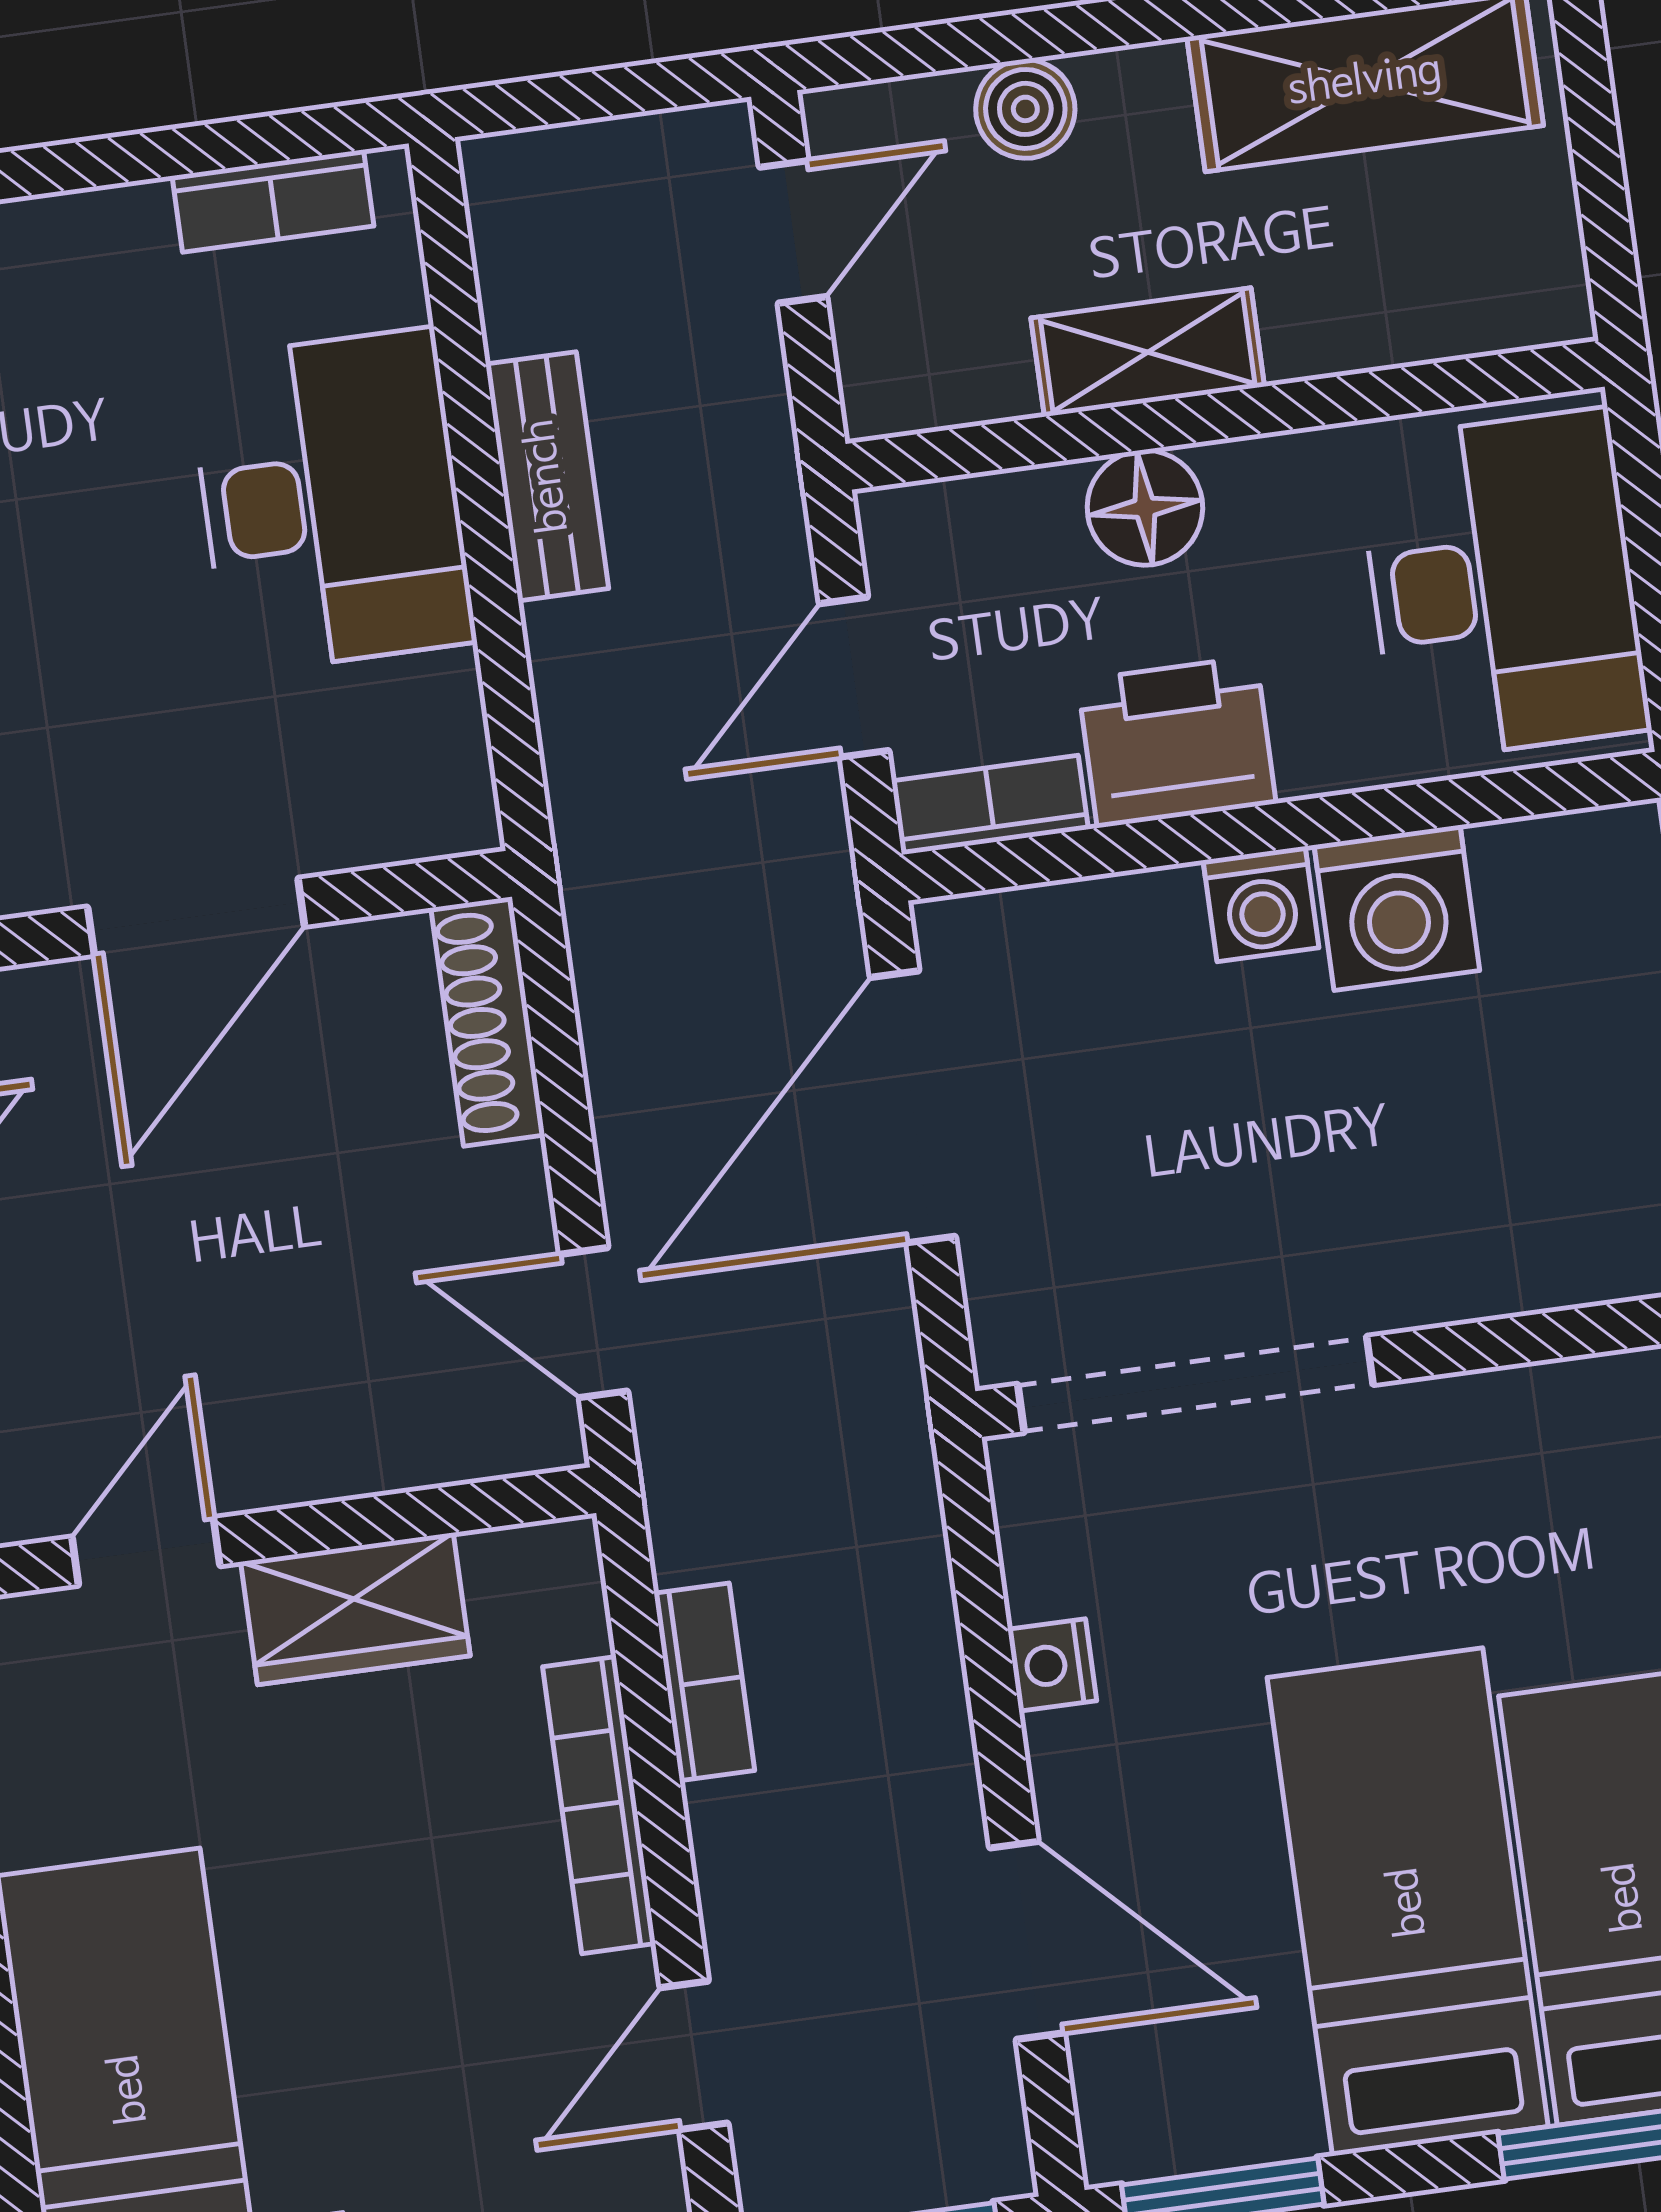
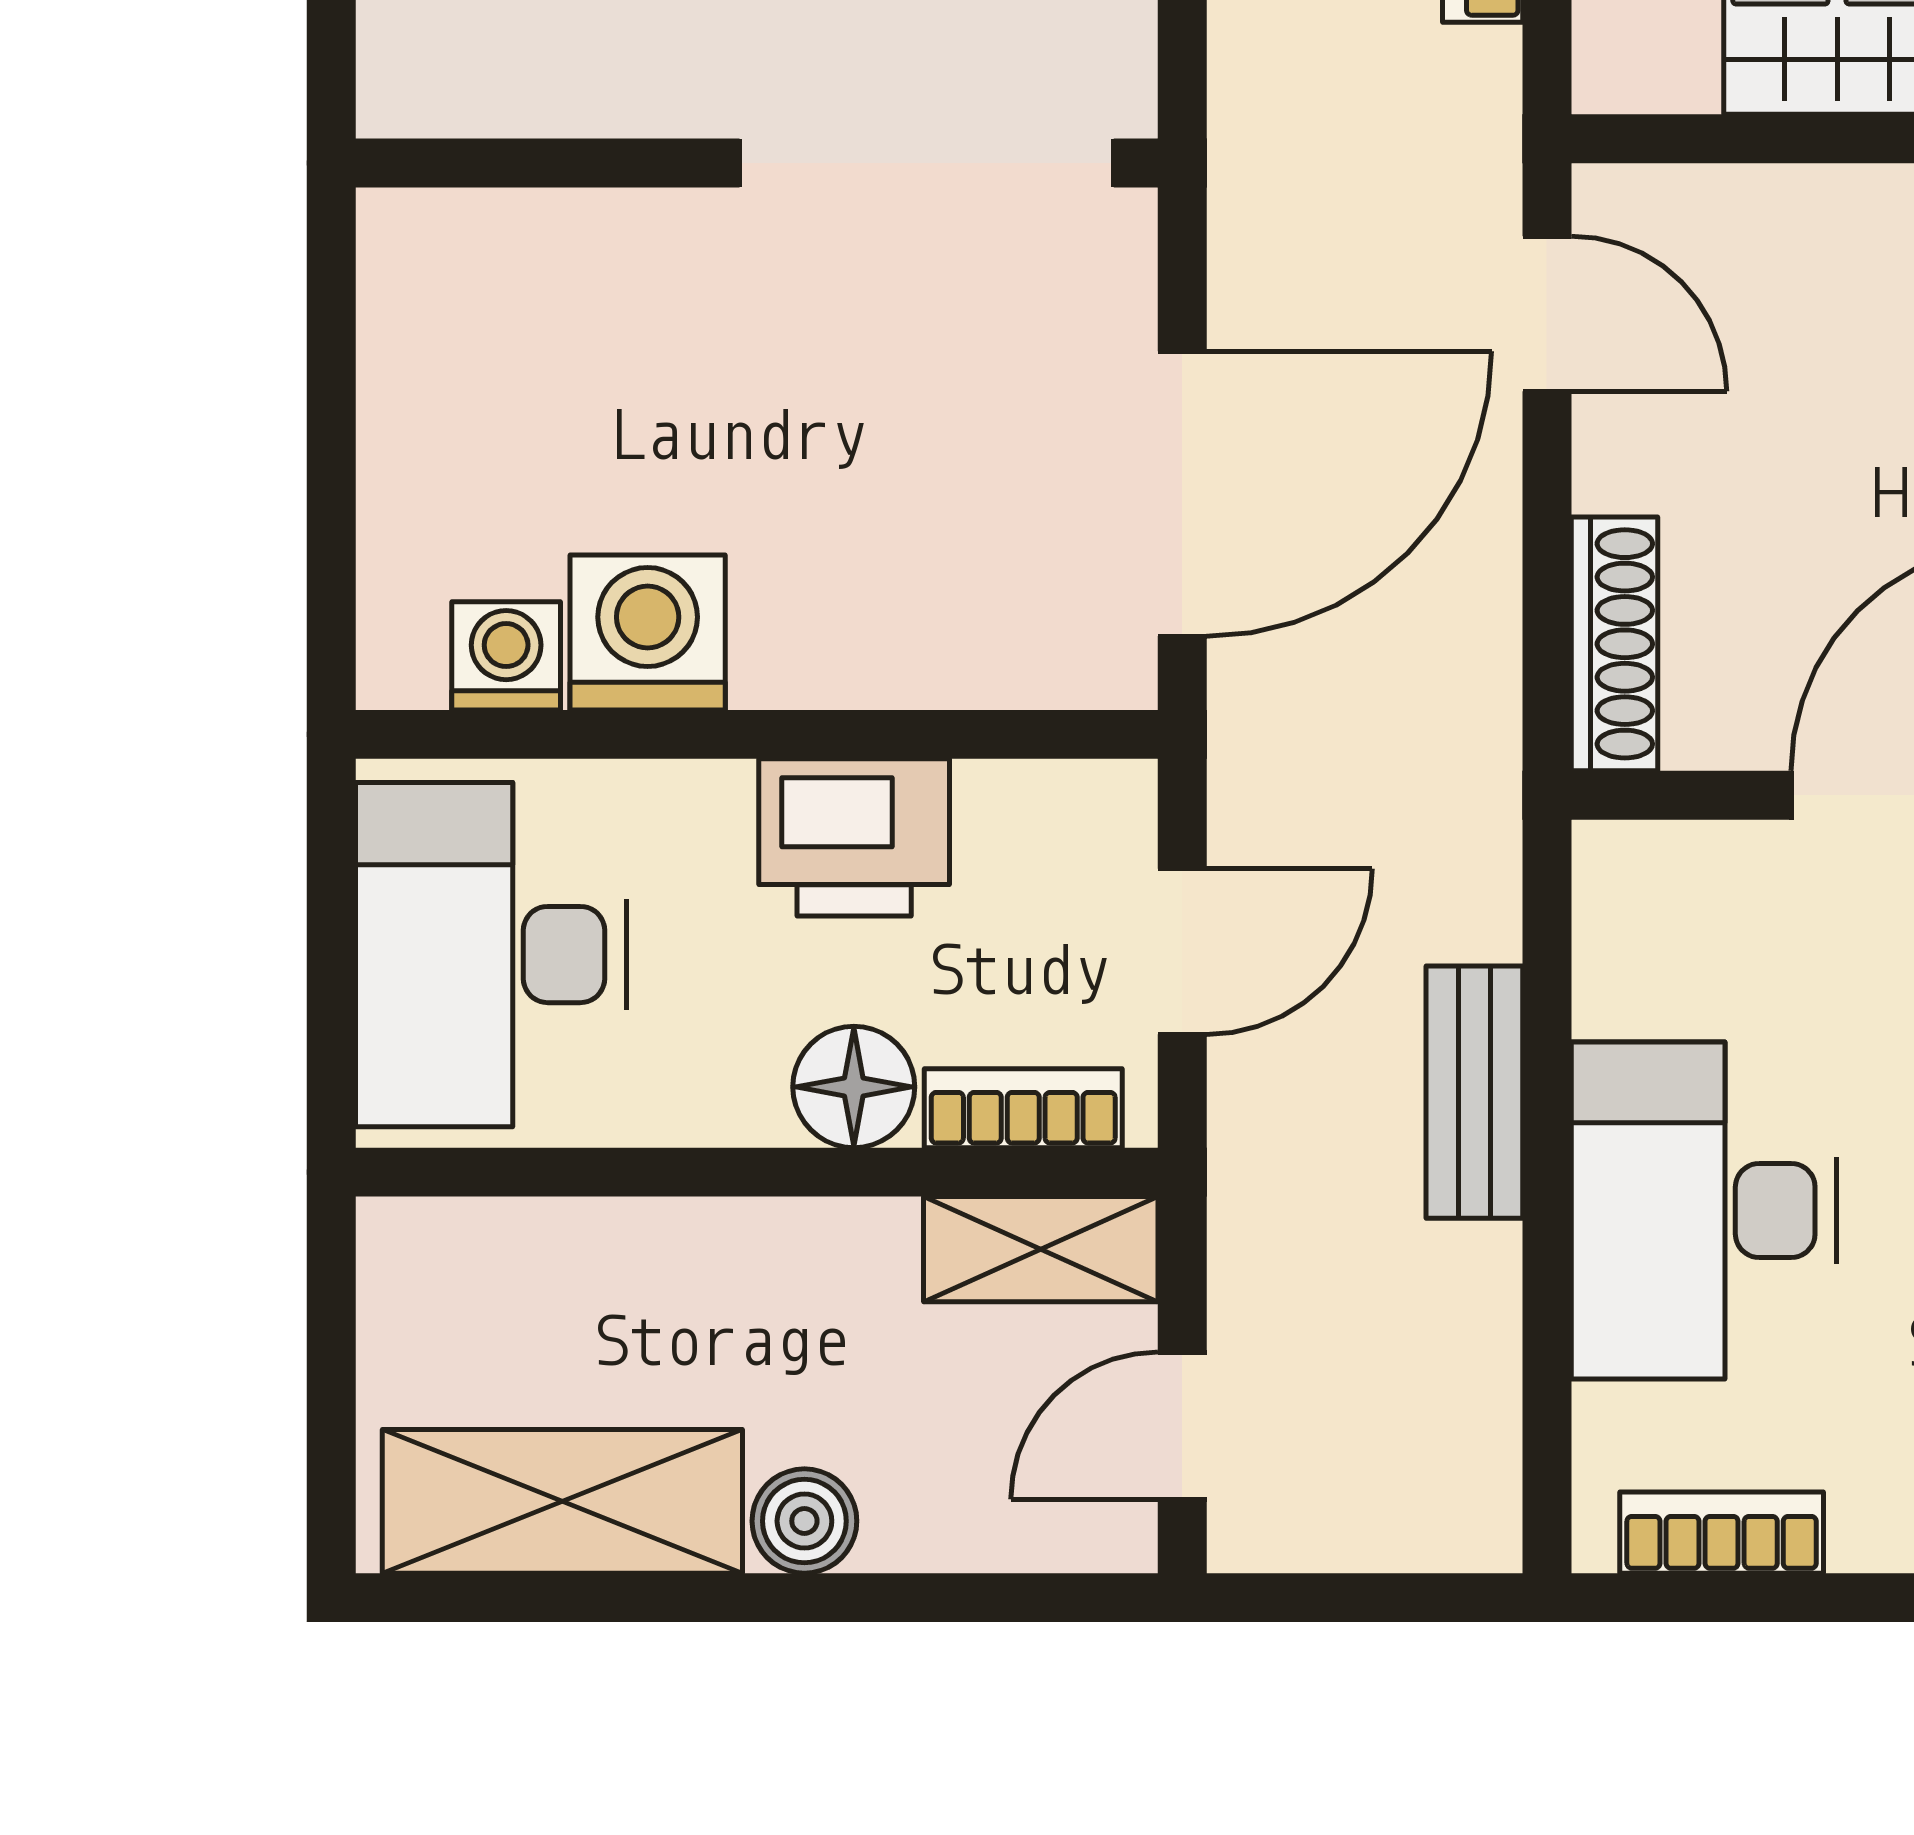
boiler: (1025, 109) -> (804, 1521), moved
shelving: (1148, 352) -> (1041, 1249), moved
bench: (547, 476) -> (1474, 1092), moved
bookcase: (990, 805) -> (1023, 1108), moved, turned 180
washing machine: (1261, 904) -> (506, 656), moved

